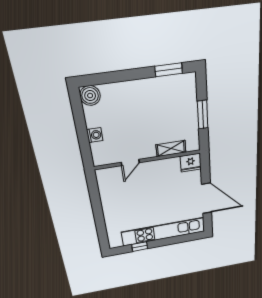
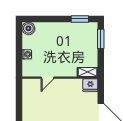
window: (203, 115) -> (101, 39), moved
shelving: (171, 149) -> (87, 72), moved

